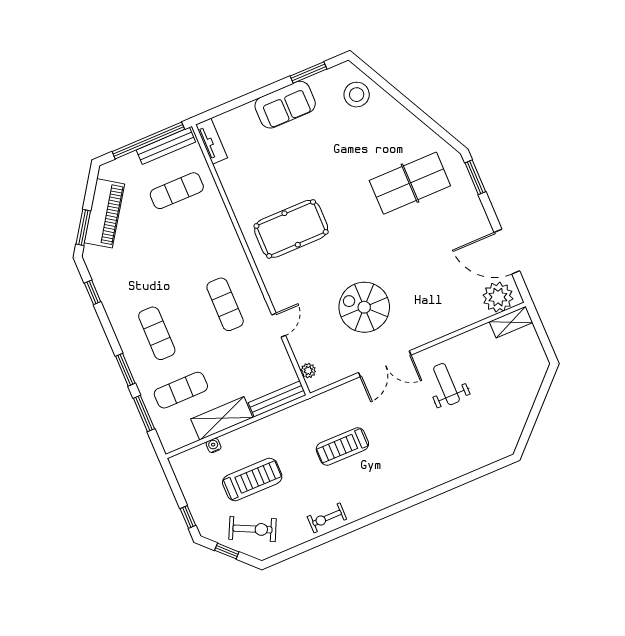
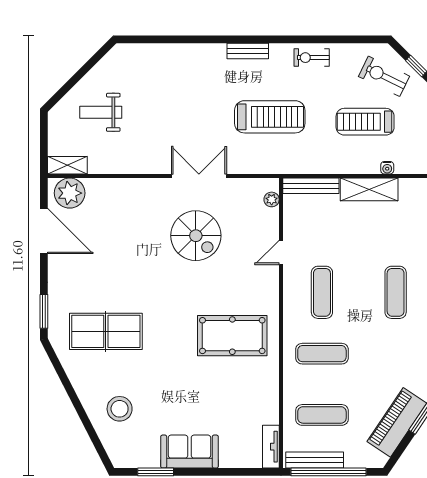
stool: (357, 95) -> (120, 409), moved
weight bench: (447, 384) -> (101, 112), moved, turned 90
exercise mat: (181, 390) -> (322, 354), moved
treadmill: (342, 446) -> (270, 117), width x1.37, depth x1.38
bench: (389, 499) -> (248, 51), added
exercise bike: (327, 518) -> (312, 58), turned 180

